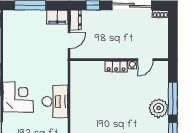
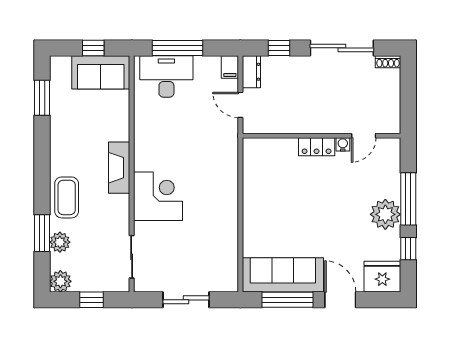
filing cabinet: (57, 17) -> (230, 67), width x0.50
door: (69, 41) -> (240, 105), swing flipped
desk: (55, 101) -> (166, 76), moved, turned -90

